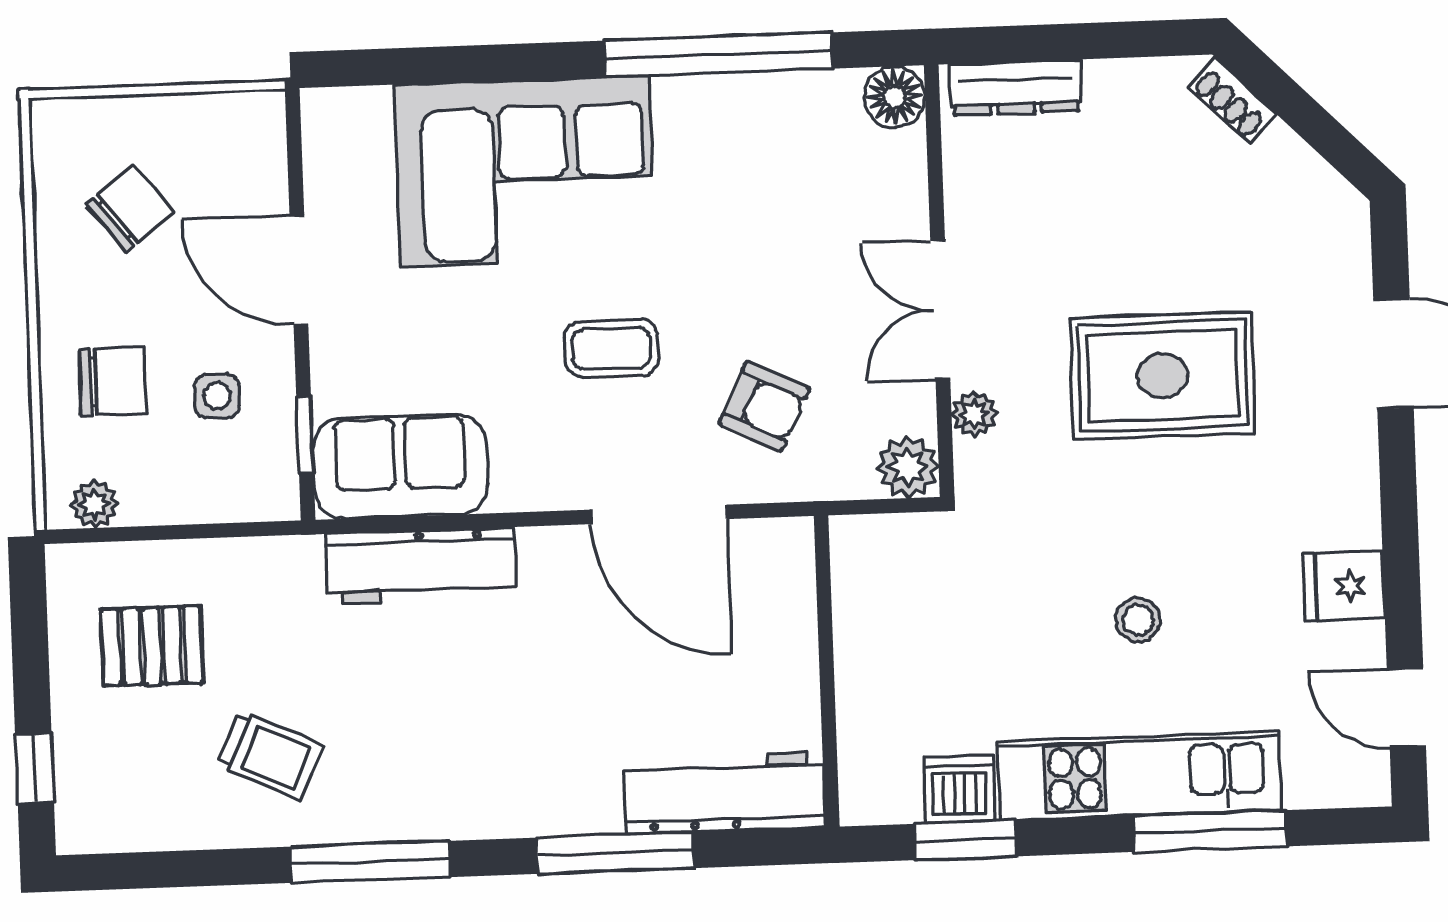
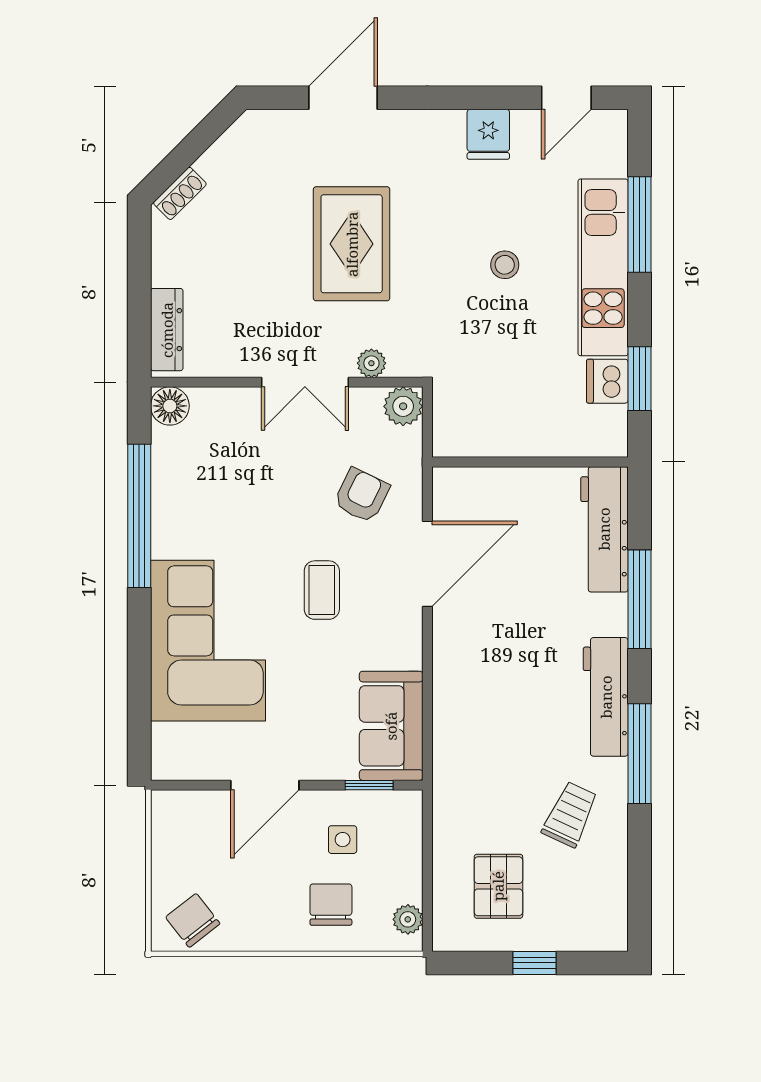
chair: (130, 208) -> (193, 920), moved
workbench: (421, 566) -> (606, 697), moved, turned 180
window: (35, 768) -> (535, 963), moved

